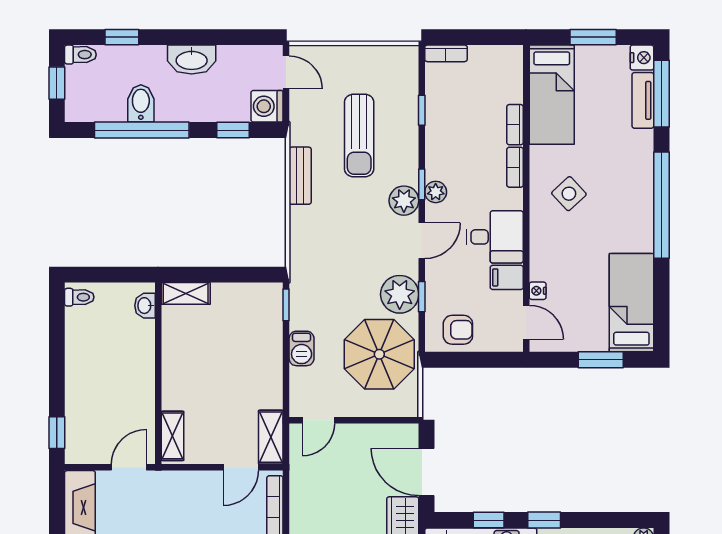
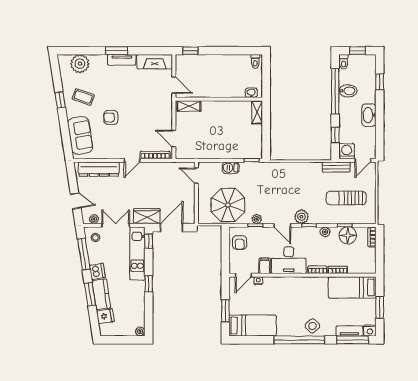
toilet: (80, 55) -> (344, 62), moved
floor lamp: (443, 104) -> (348, 235), added
sun lounger: (359, 136) -> (346, 198), moved
bench: (300, 176) -> (336, 167), moved
plant: (436, 192) -> (325, 232), moved
side table: (569, 194) -> (312, 326), moved
desk: (495, 237) -> (289, 260), width x1.37
plant: (400, 294) -> (257, 219), width x0.53, depth x0.53
shelving: (271, 437) -> (188, 153), removed
window: (489, 520) -> (149, 241), moved

